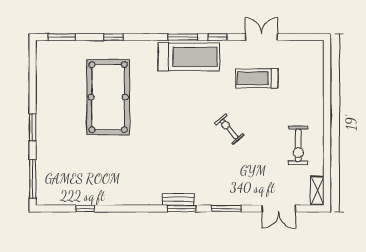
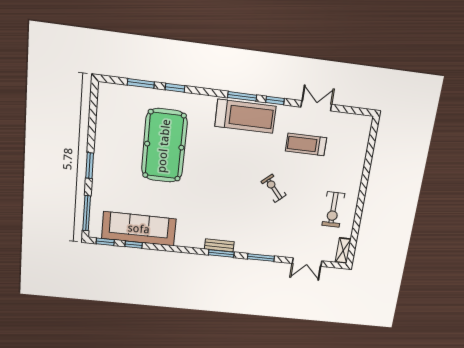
window: (62, 37) -> (141, 83), moved
sofa: (89, 190) -> (139, 229), added
window: (54, 209) -> (105, 242), added

